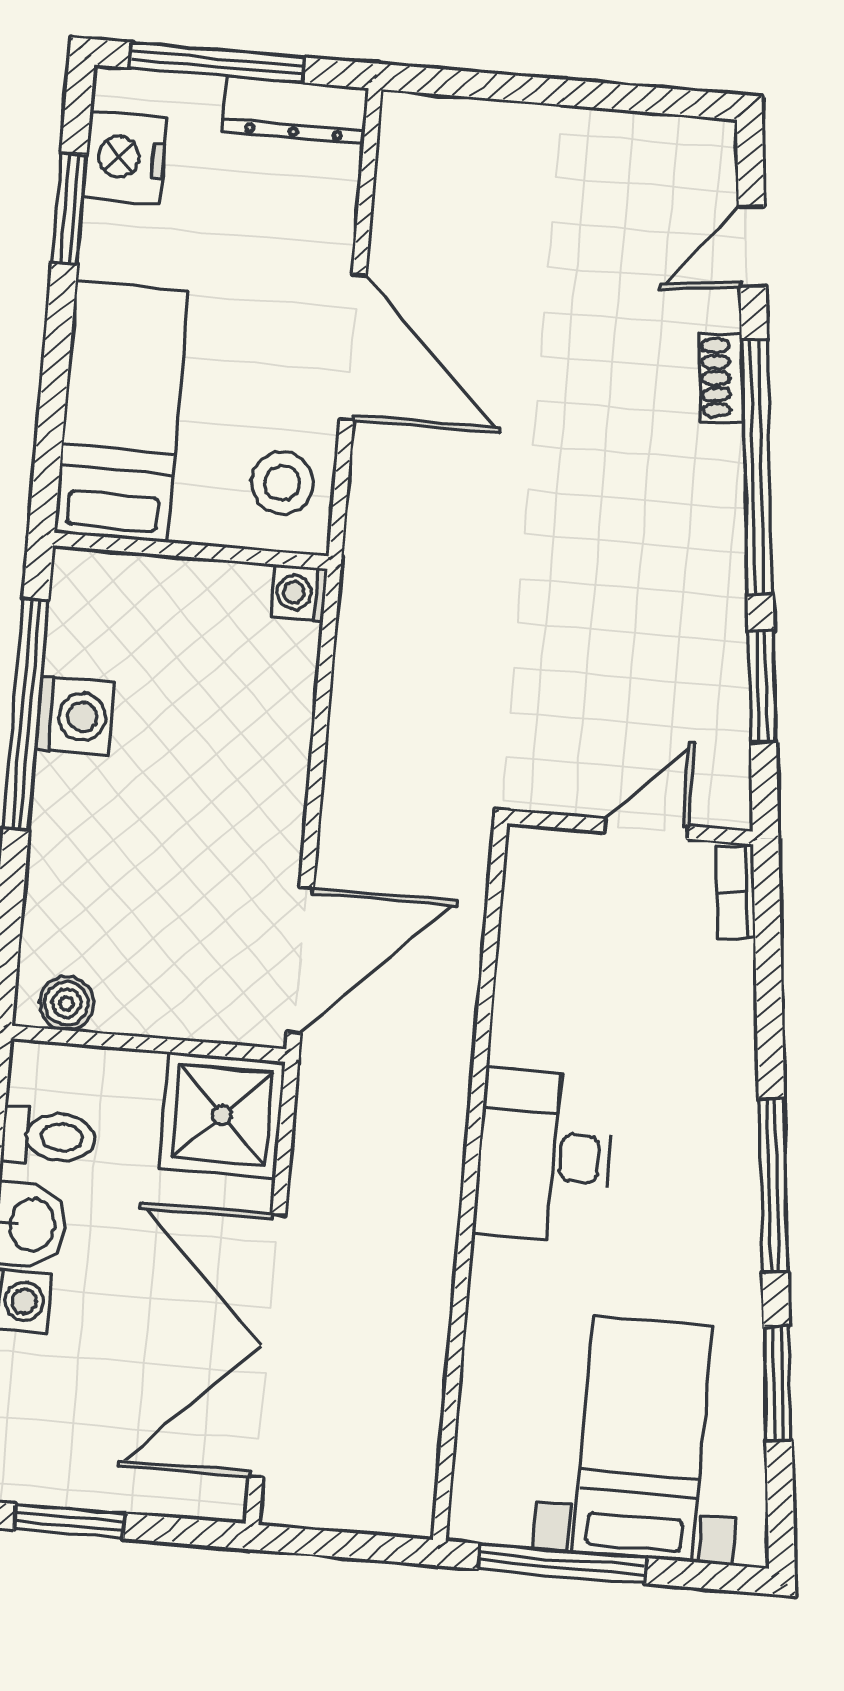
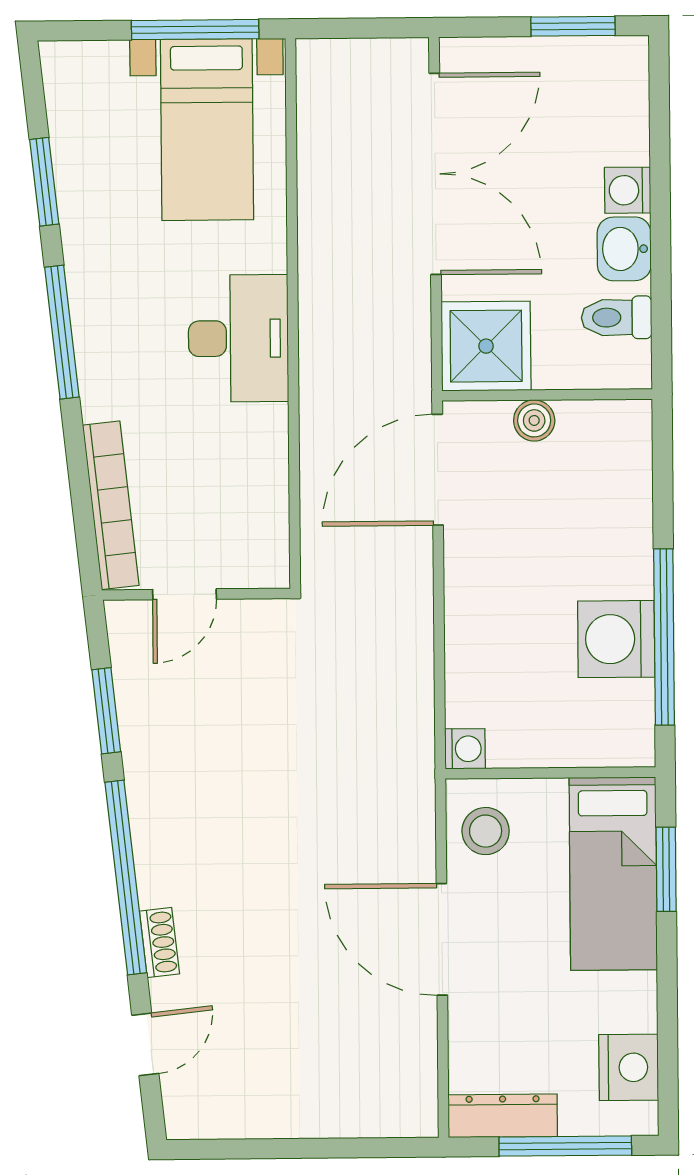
window: (69, 208) -> (666, 869), moved
washing machine: (75, 716) -> (616, 639), width x1.37, depth x1.37
bookcase: (735, 892) -> (111, 505), width x2.31, depth x1.31
boiler: (67, 1003) -> (534, 420), moved
bed with nightstands: (642, 1439) -> (207, 130), moved

